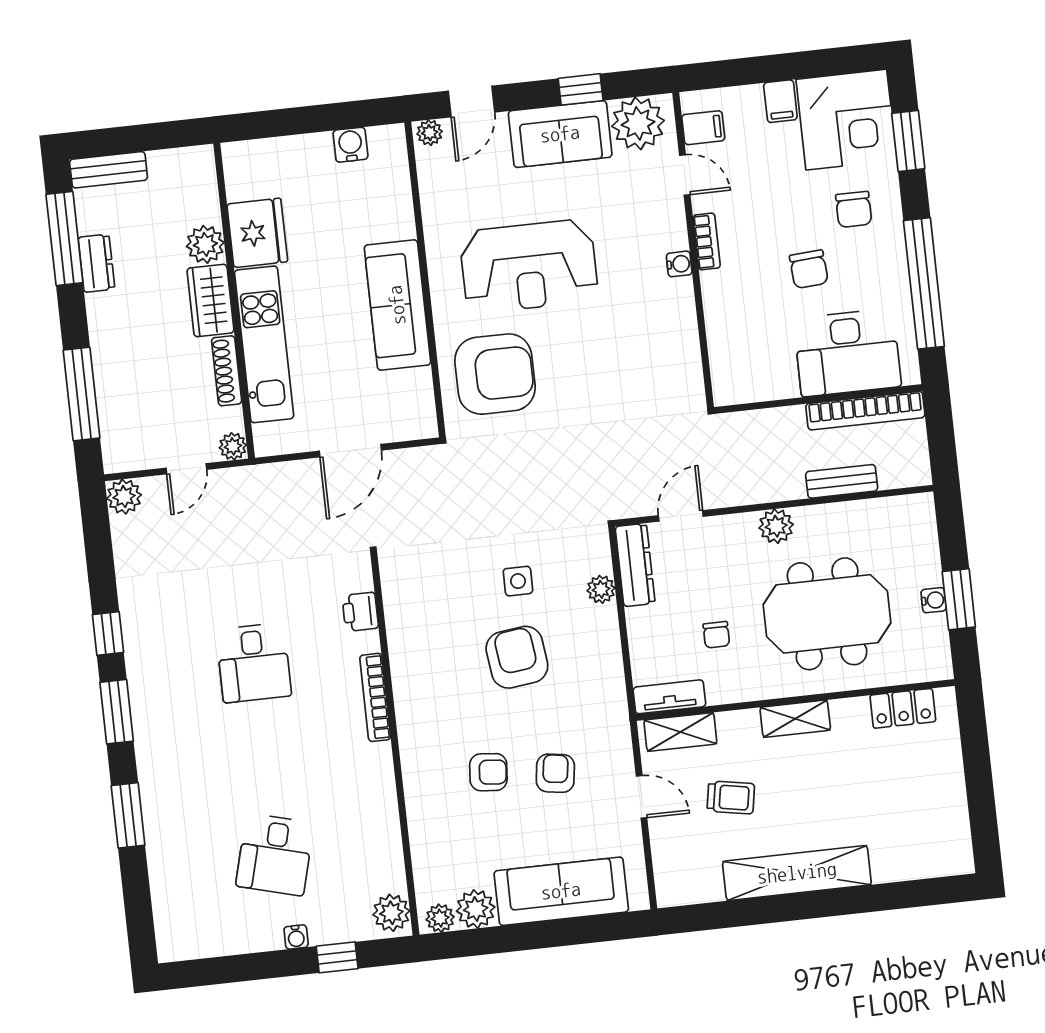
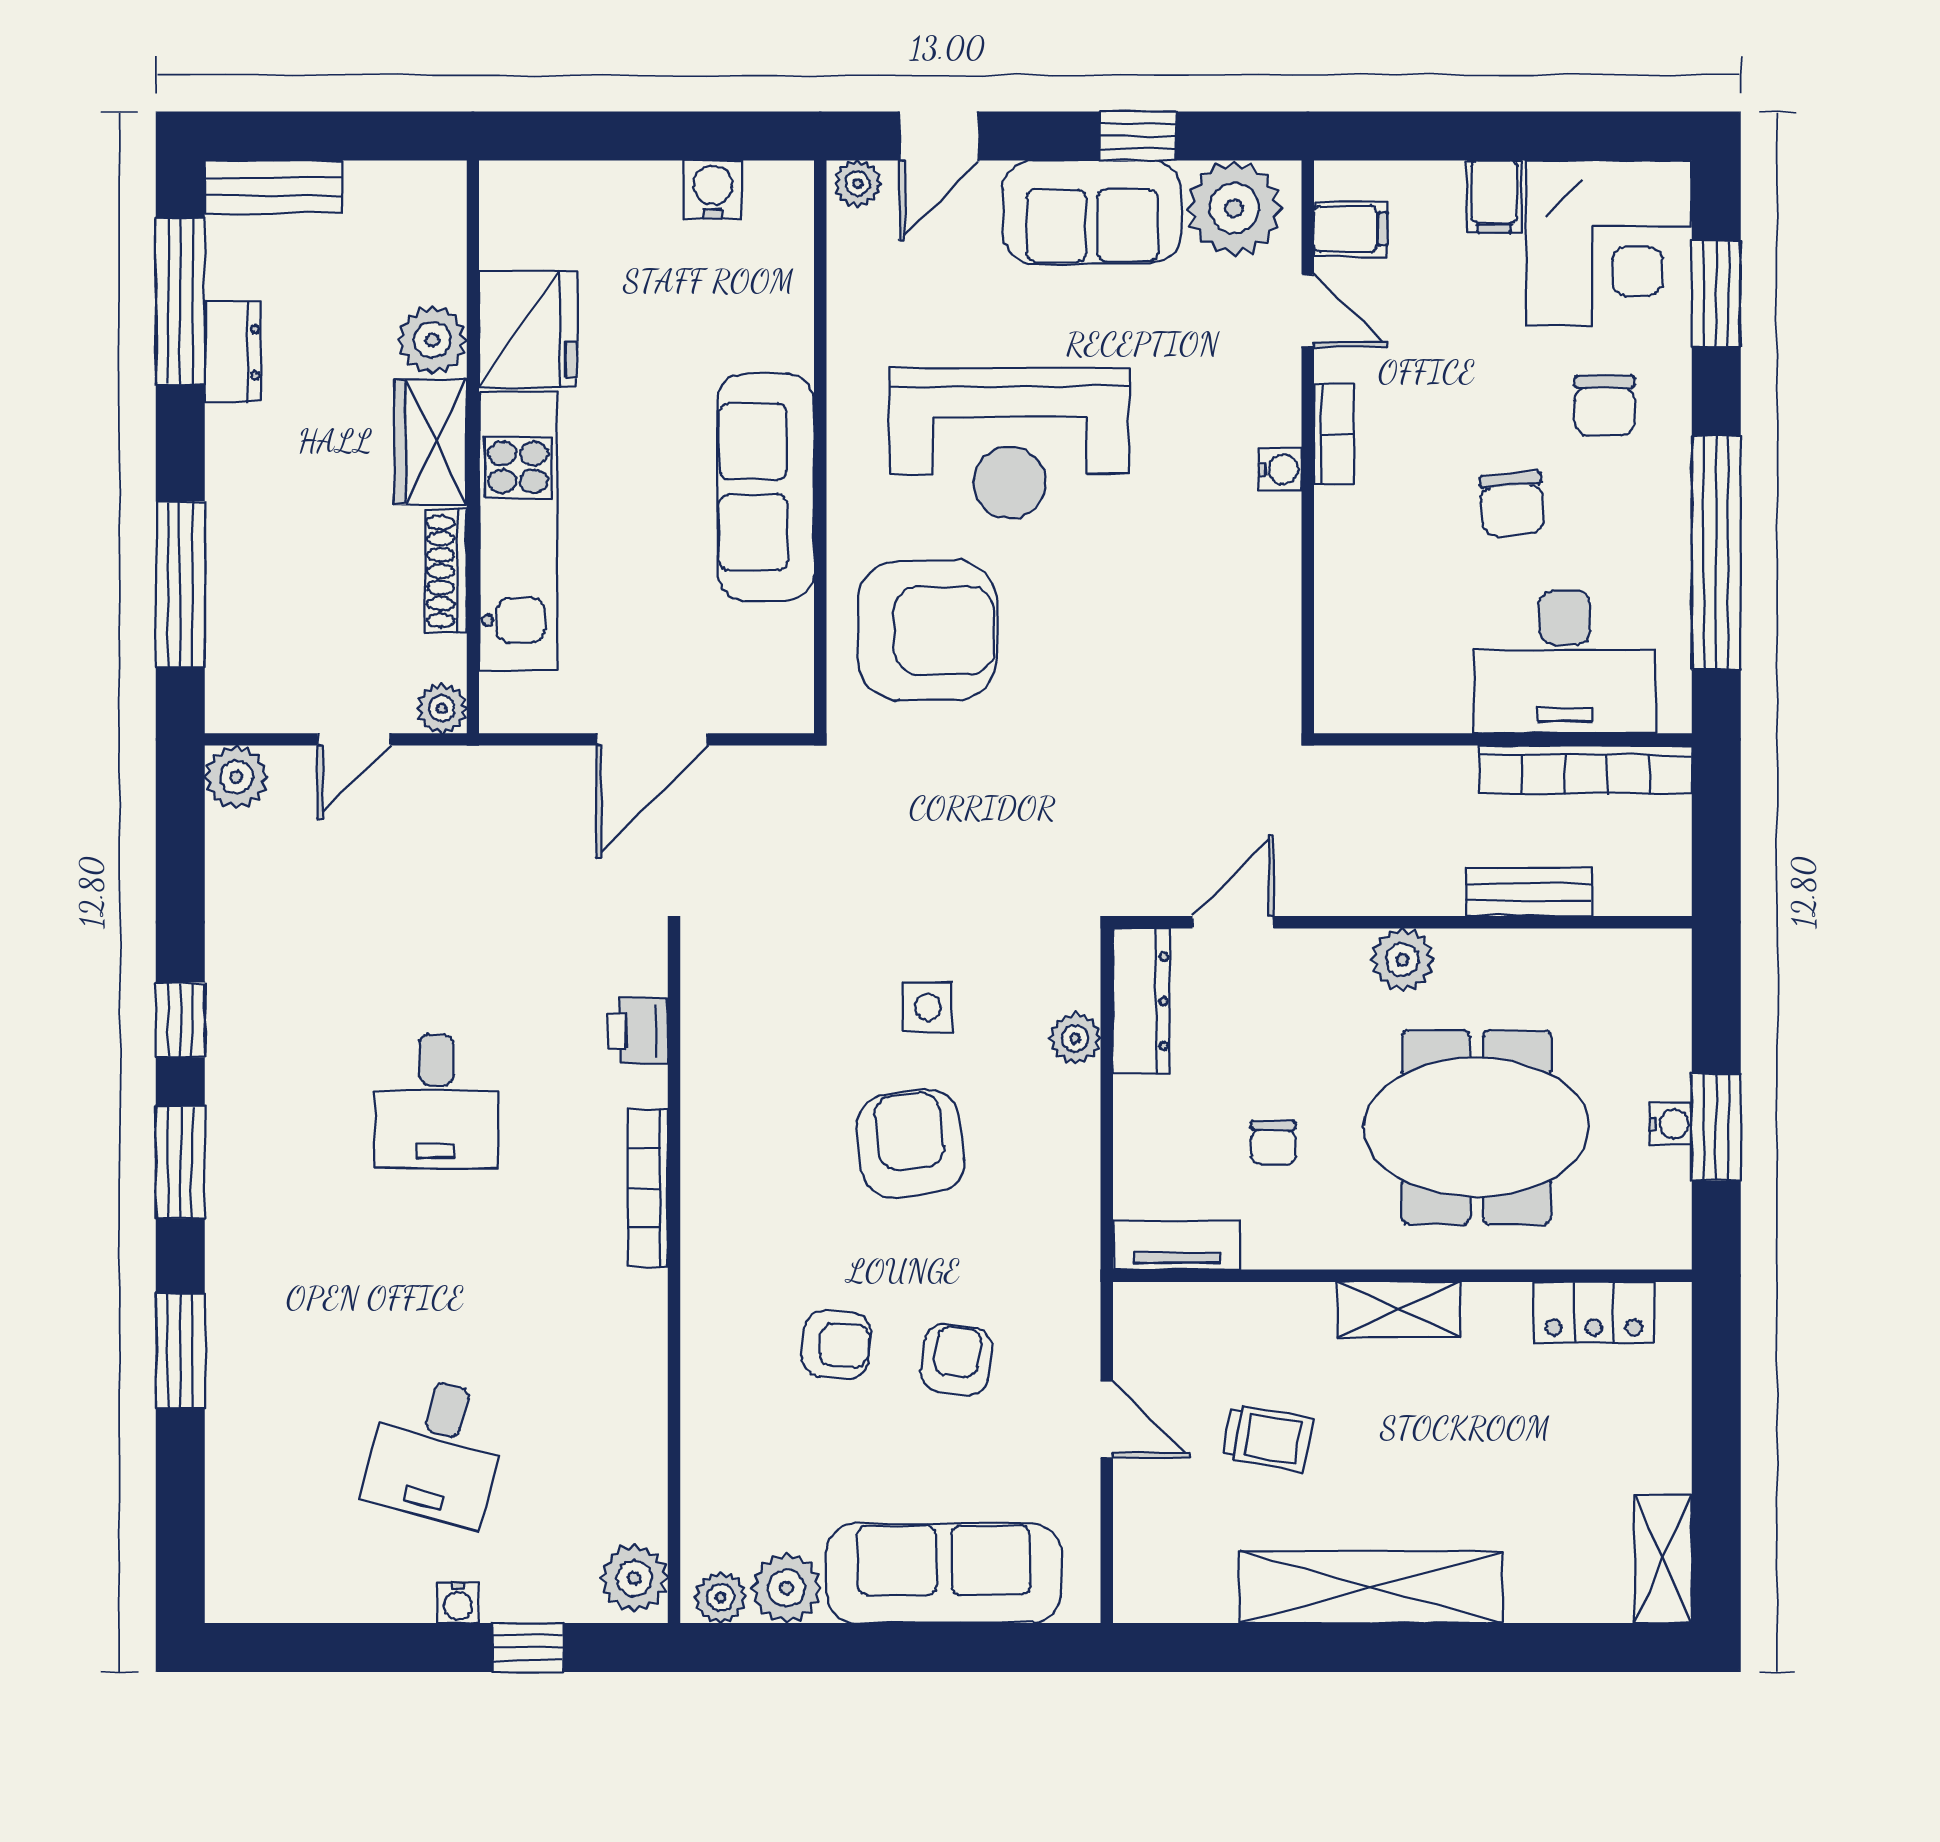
shelving: (680, 732) -> (1663, 1559), moved, turned 90

